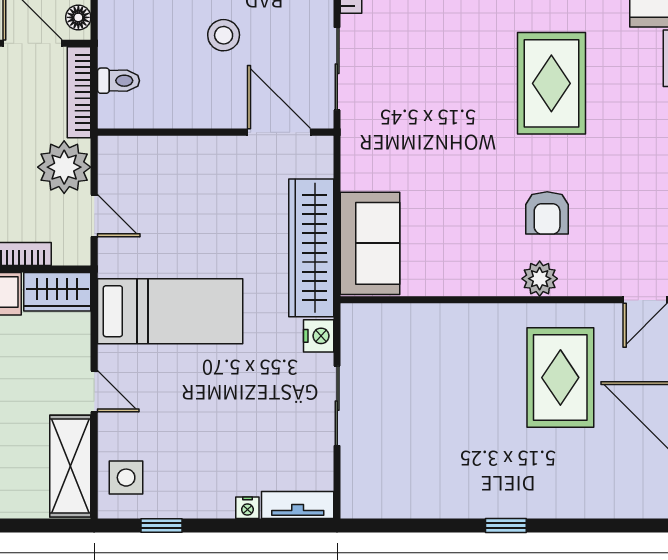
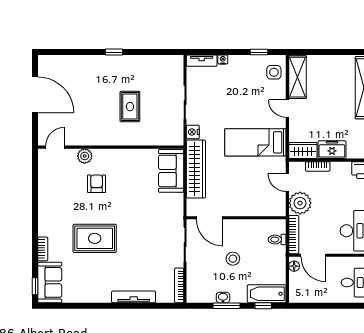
rug: (551, 83) -> (95, 238), turned 90
plant: (540, 279) -> (85, 156), moved
rug: (560, 378) -> (130, 107), moved, width x0.73, depth x0.70

